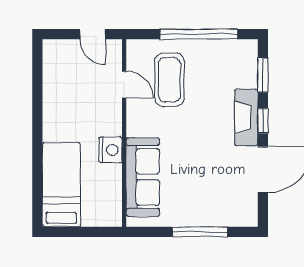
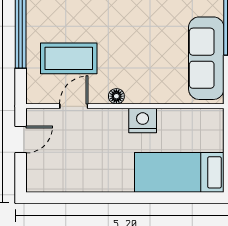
floor lamp: (134, 125) -> (116, 96), added
sofa: (143, 177) -> (206, 58), moved, turned -90

